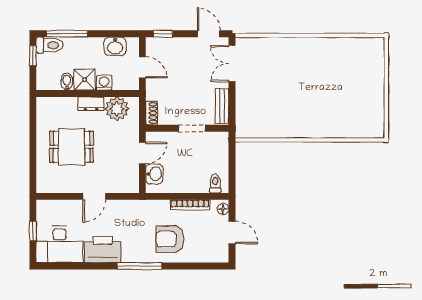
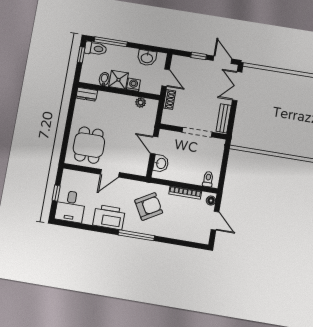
window: (163, 34) -> (199, 56), moved
dresser: (91, 104) -> (87, 94), moved
plant: (117, 109) -> (141, 102), width x0.53, depth x0.53
shoe rack: (152, 113) -> (169, 99), moved
doorway: (192, 128) -> (197, 132), width x1.38
dining table: (72, 147) -> (89, 145), moved, turned 90
door: (142, 153) -> (154, 145), swing flipped
armchair: (170, 239) -> (149, 207), moved, turned 150
desk: (60, 244) -> (70, 206), width x0.73

